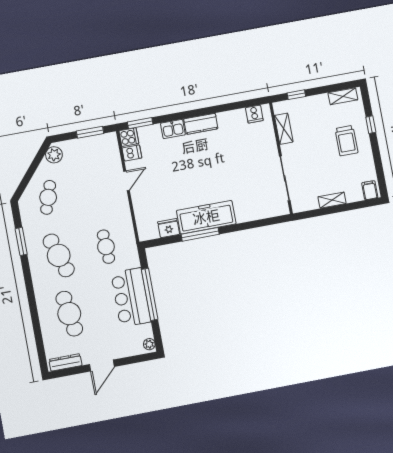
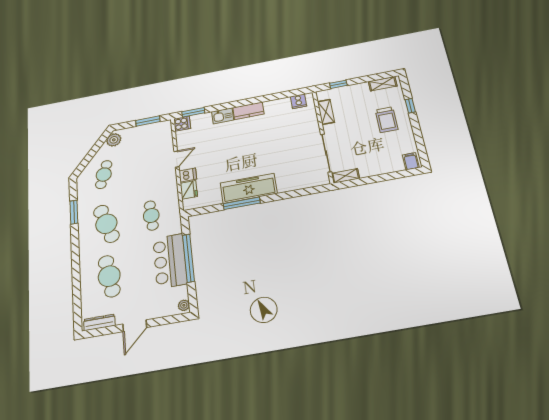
dishwasher: (132, 153) -> (188, 175), moved
shelving: (332, 200) -> (346, 176), moved
fridge: (169, 228) -> (189, 190), moved, turned 90

